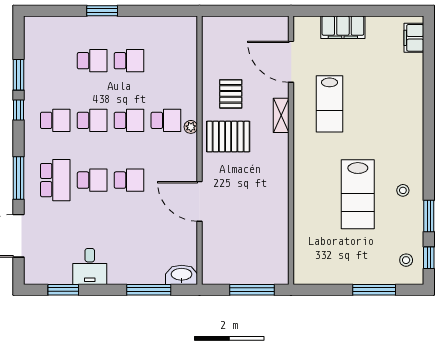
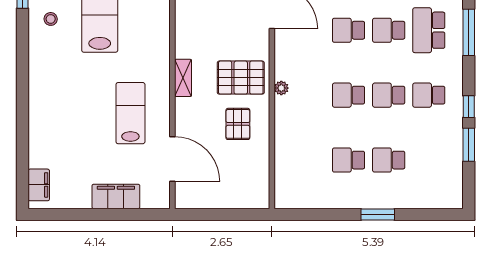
shelving: (281, 115) -> (183, 78), moved
school desk: (166, 120) -> (308, 95), removed

